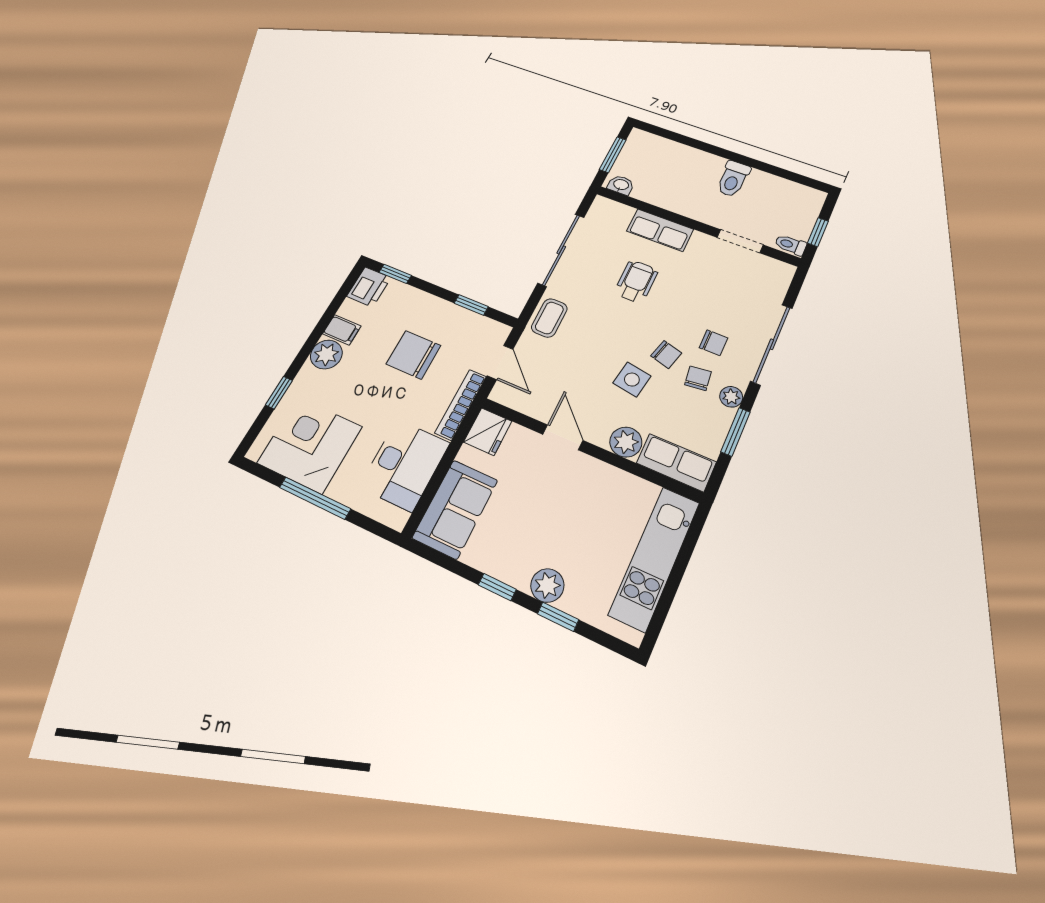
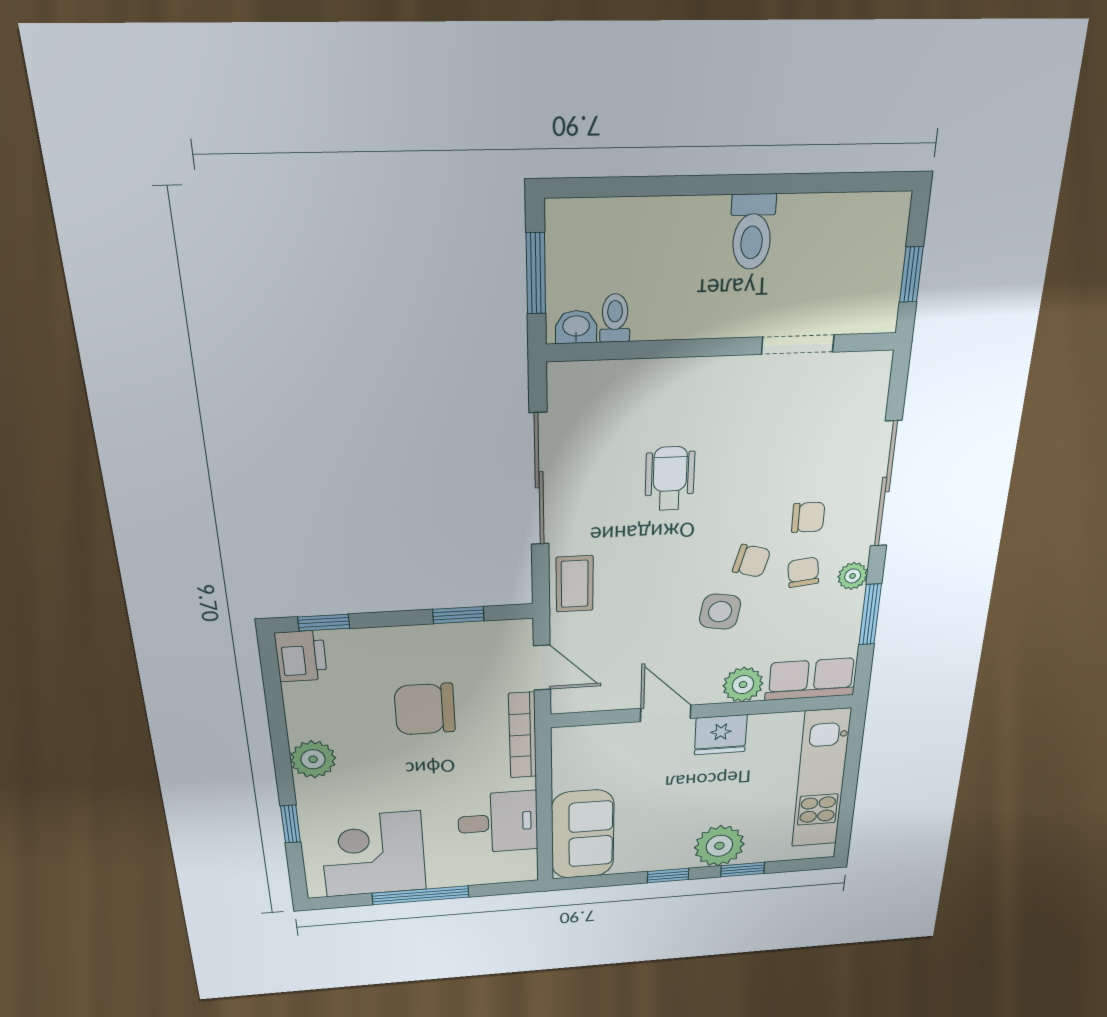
row of seats: (660, 230) -> (671, 381), removed
toilet: (791, 245) -> (615, 318), moved, turned 90
filing cabinet: (342, 330) -> (309, 724), removed
fridge: (488, 432) -> (721, 735), moved, turned 90
desk: (405, 465) -> (498, 822), width x0.73
plant: (547, 585) -> (719, 846), width x1.36, depth x1.36

